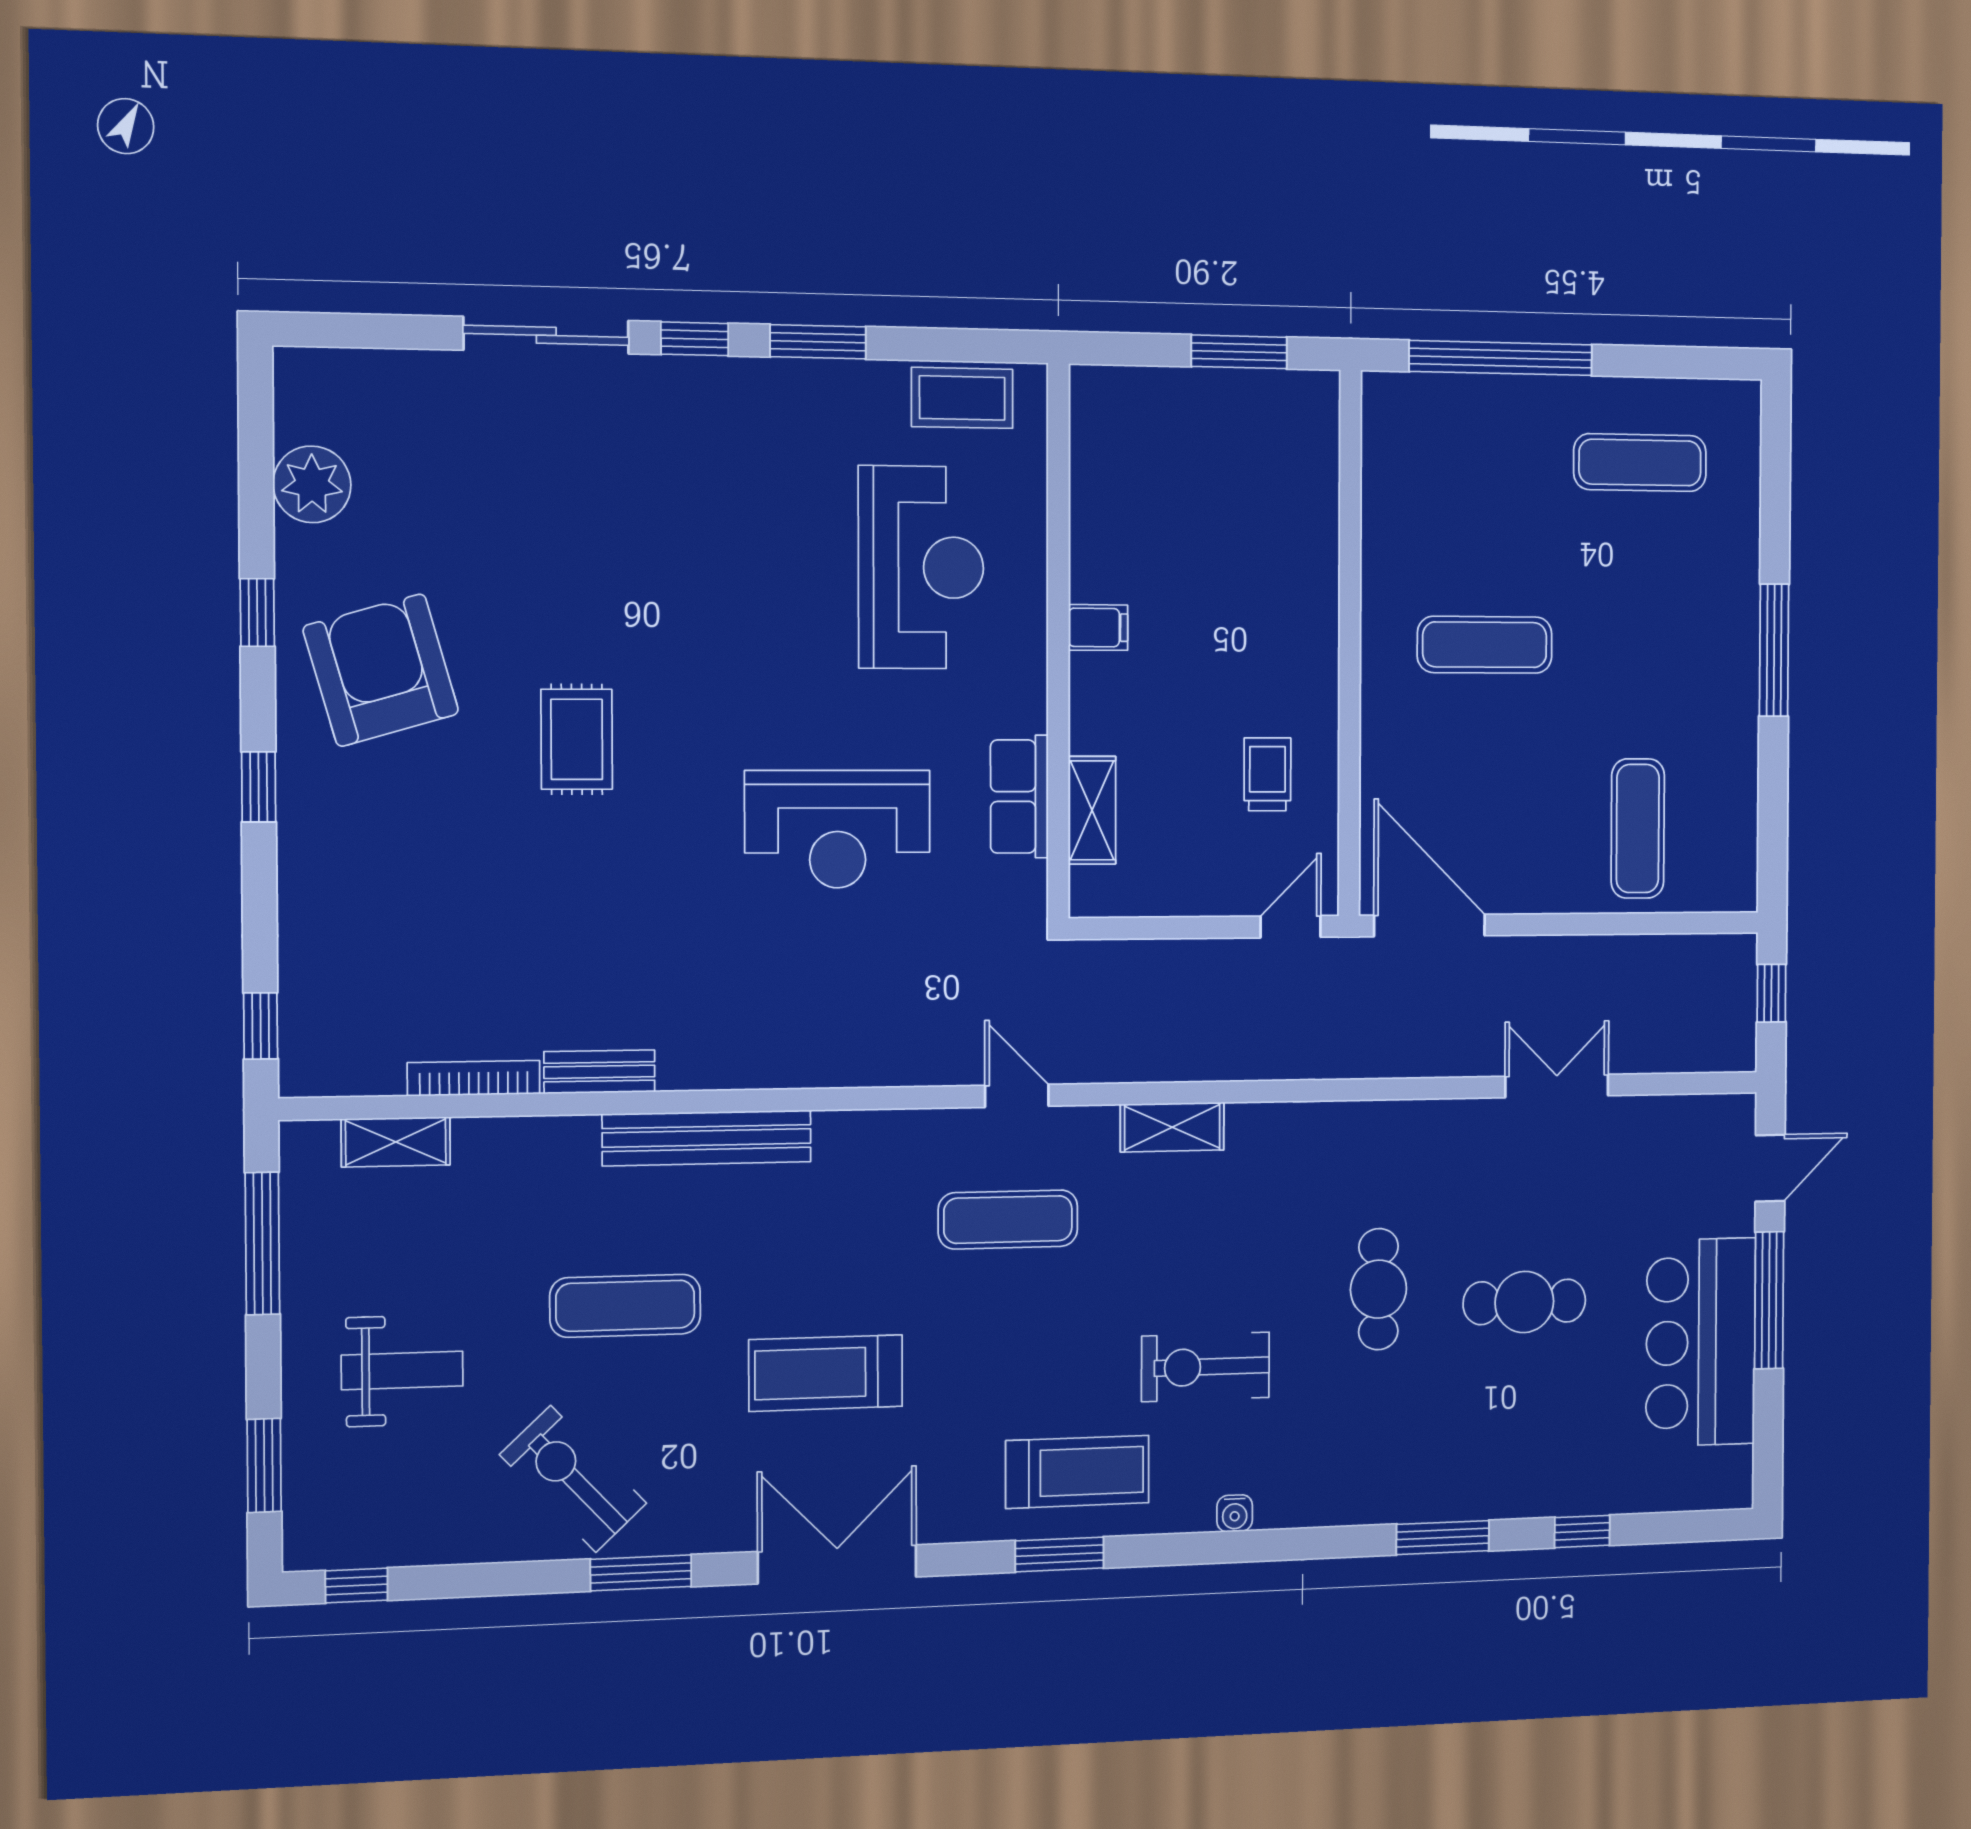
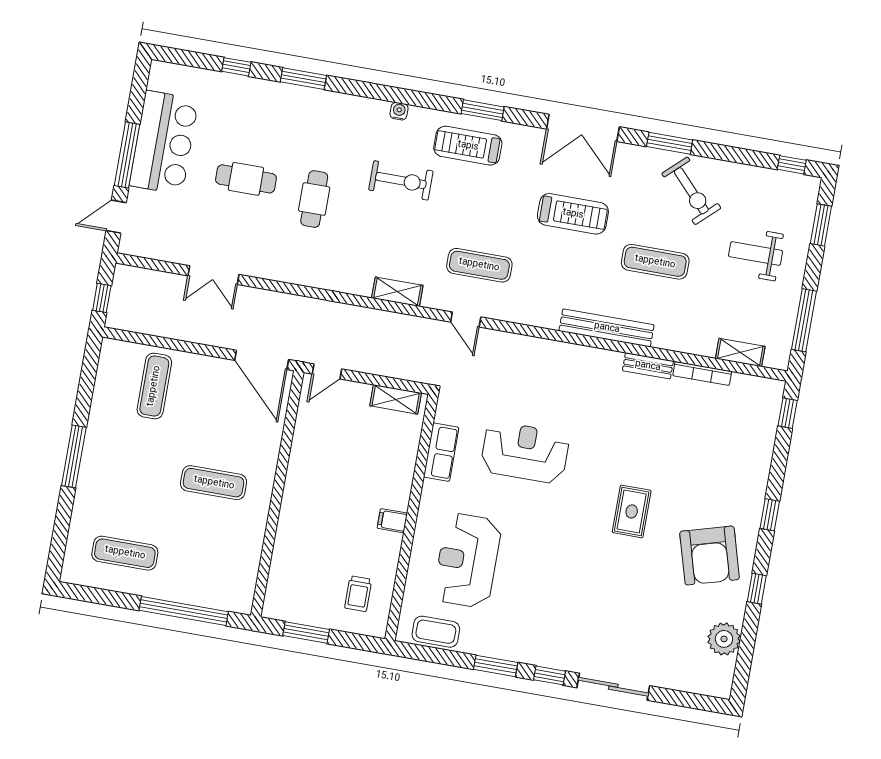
trolley: (1267, 774) -> (358, 594), moved
shelving: (1092, 810) -> (396, 399), moved, turned 90

